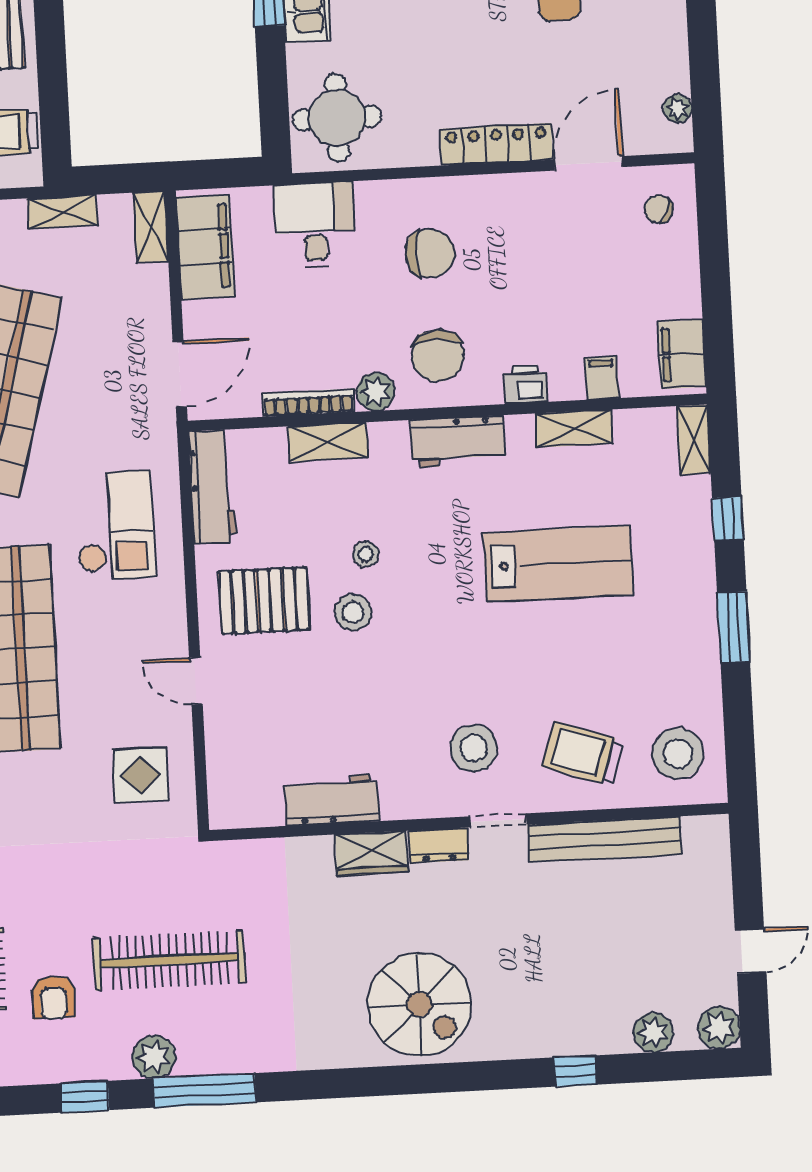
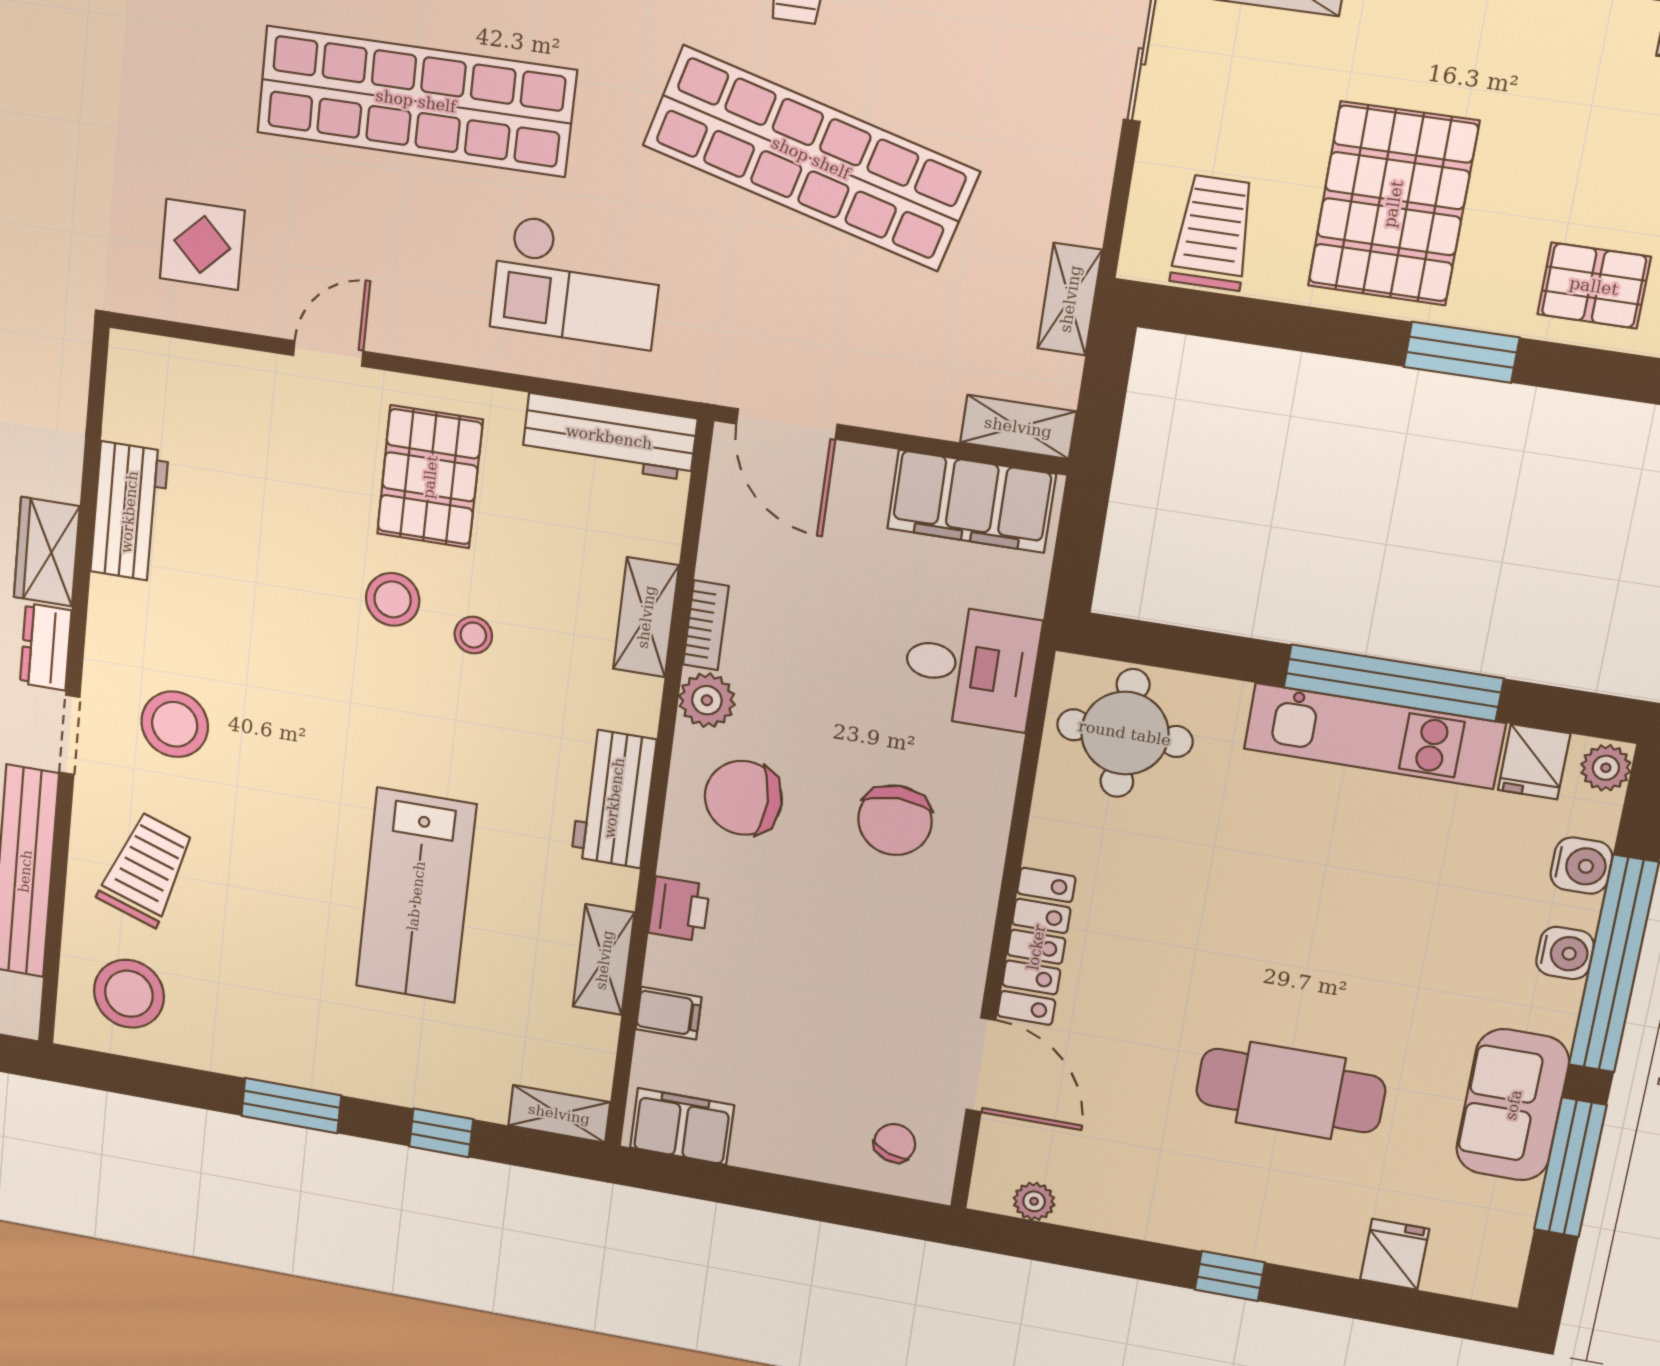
bookcase: (308, 403) -> (706, 625), width x0.64

